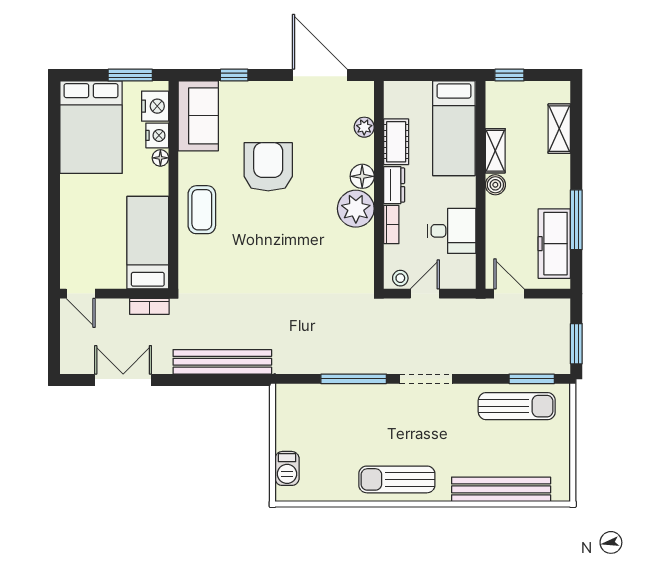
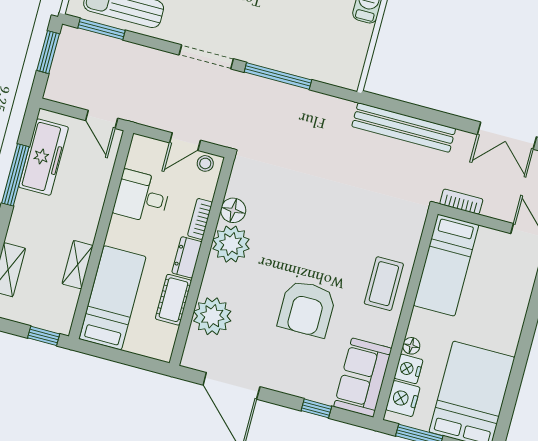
plant: (364, 127) -> (212, 316), width x1.88, depth x1.88
floor lamp: (362, 176) -> (233, 210), moved
boiler: (495, 185) -> (86, 231), removed

